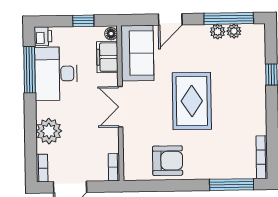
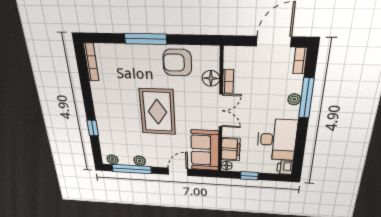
plant: (234, 31) -> (113, 160), moved
window: (29, 70) -> (306, 98), moved
plant: (49, 131) -> (294, 99), width x0.53, depth x0.53
floor lamp: (132, 145) -> (211, 78), added
bookcase: (114, 167) -> (228, 81), moved
window: (232, 185) -> (146, 39), moved

